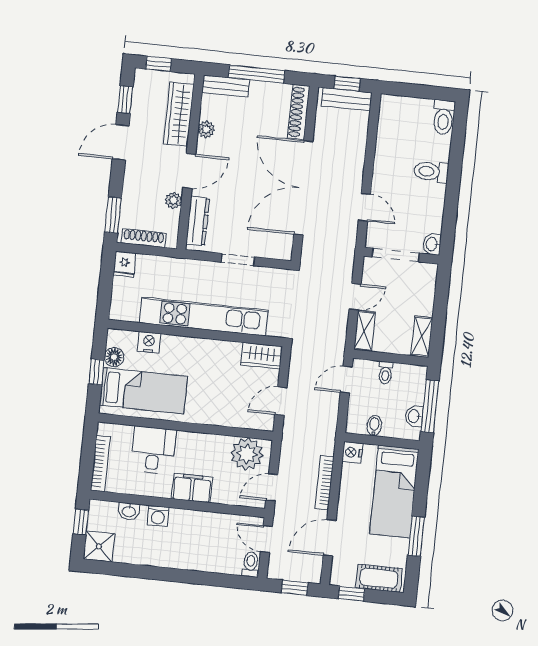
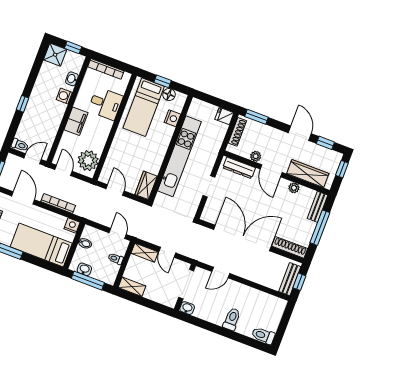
window: (187, 576) -> (23, 104), added

